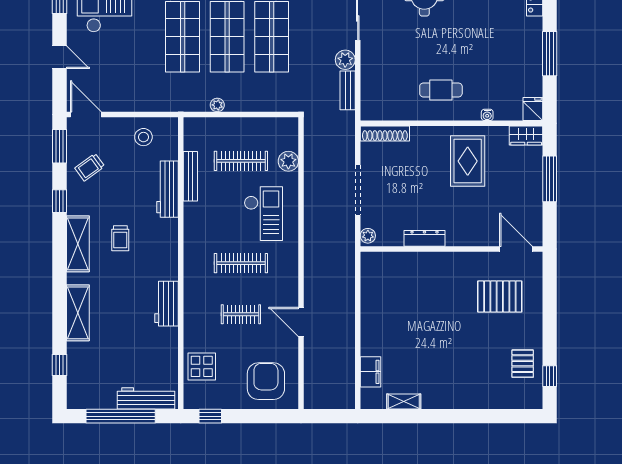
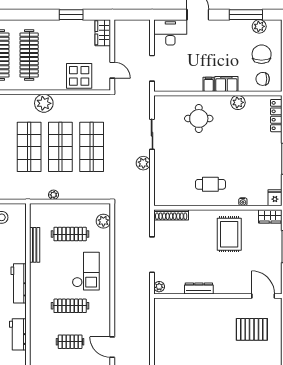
bench: (348, 90) -> (145, 185), removed
plant: (288, 161) -> (103, 221), moved
workbench: (168, 189) -> (19, 283), moved

